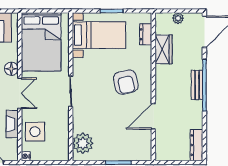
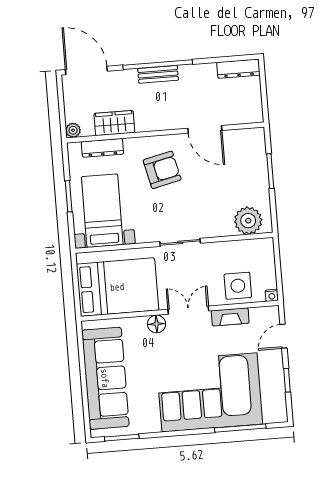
plant: (178, 18) -> (73, 130), moved
dresser: (146, 34) -> (102, 148), width x1.44

